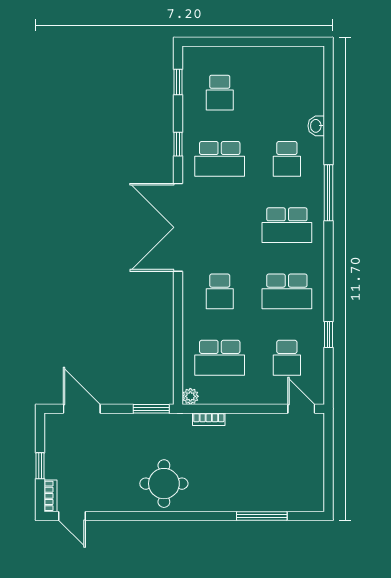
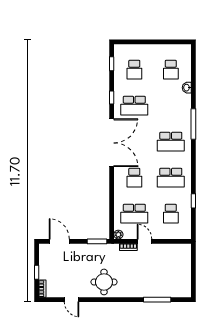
school desk: (287, 159) -> (171, 70), moved
double door: (178, 227) -> (112, 143), swing flipped
door: (301, 409) -> (145, 241), moved
door: (72, 516) -> (72, 300), moved

